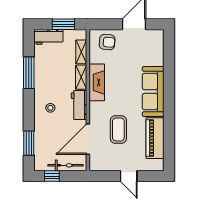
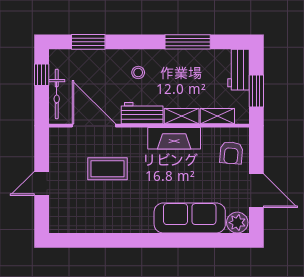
plant: (156, 38) -> (237, 223), added
sofa: (153, 91) -> (190, 218), moved
piano: (155, 138) -> (95, 220), removed

